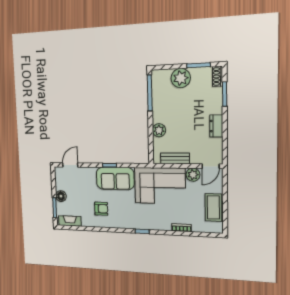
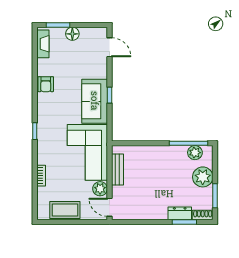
dresser: (216, 126) -> (180, 213), moved
plant: (159, 130) -> (195, 153), moved
armchair: (101, 209) -> (46, 84), moved

